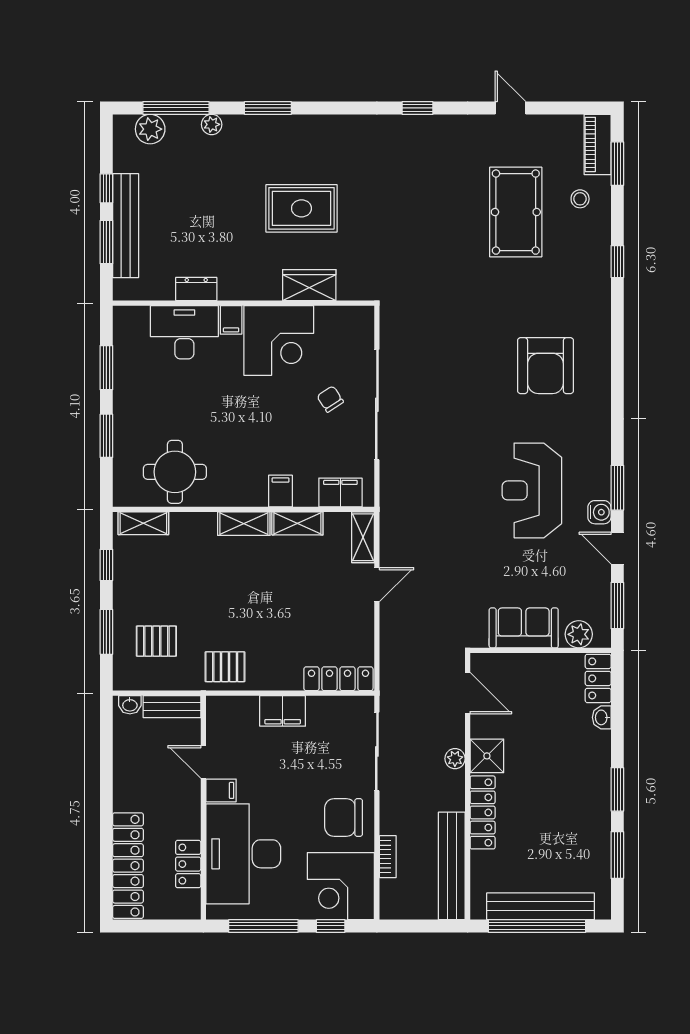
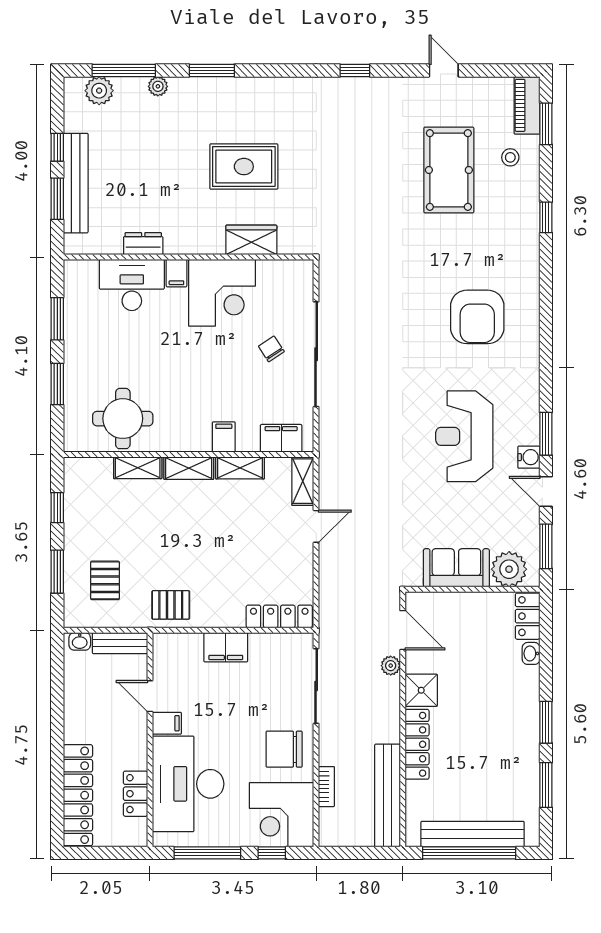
shelving: (143, 523) -> (138, 468), moved
plant: (579, 634) -> (509, 569), width x1.36, depth x1.36
pallet: (156, 641) -> (105, 580), turned 90
plant: (455, 759) -> (391, 666), moved

